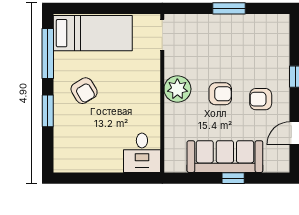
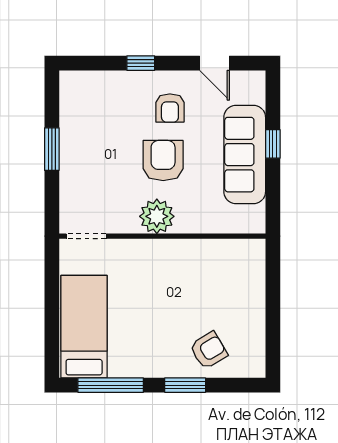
armchair: (84, 91) -> (209, 350), moved
armchair: (220, 94) -> (163, 161), width x1.38, depth x1.38
desk: (142, 153) -> (240, 262), removed

